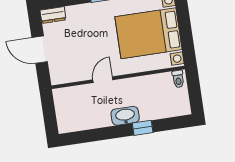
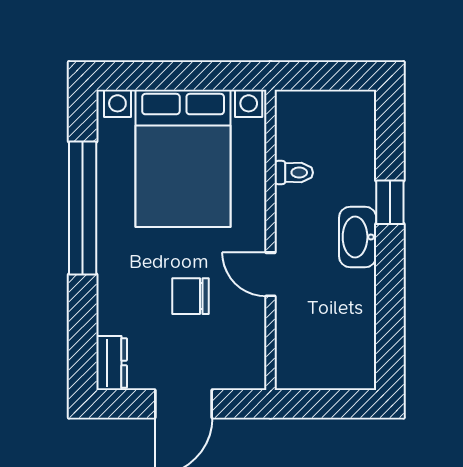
chair: (88, 46) -> (190, 296), added
toilet: (178, 79) -> (294, 173), moved

